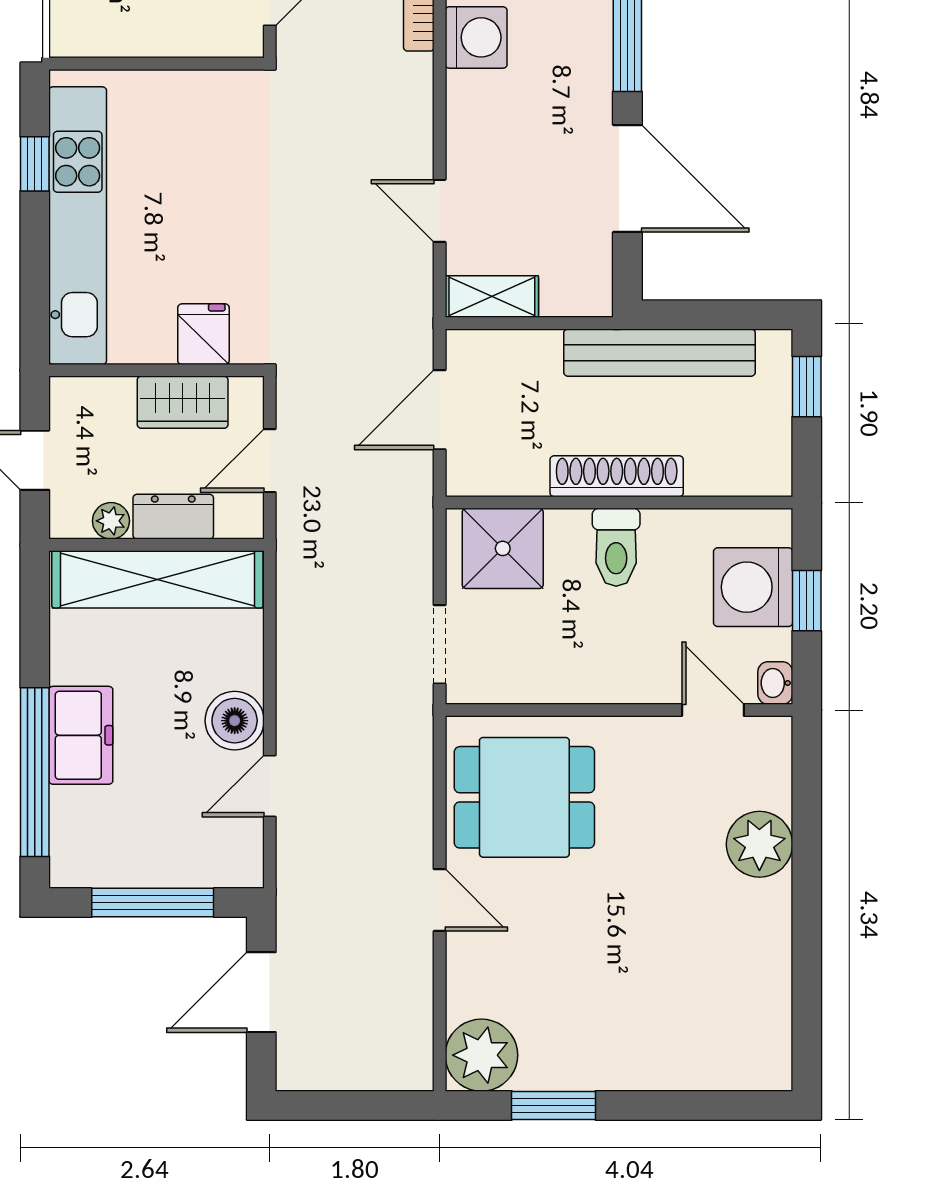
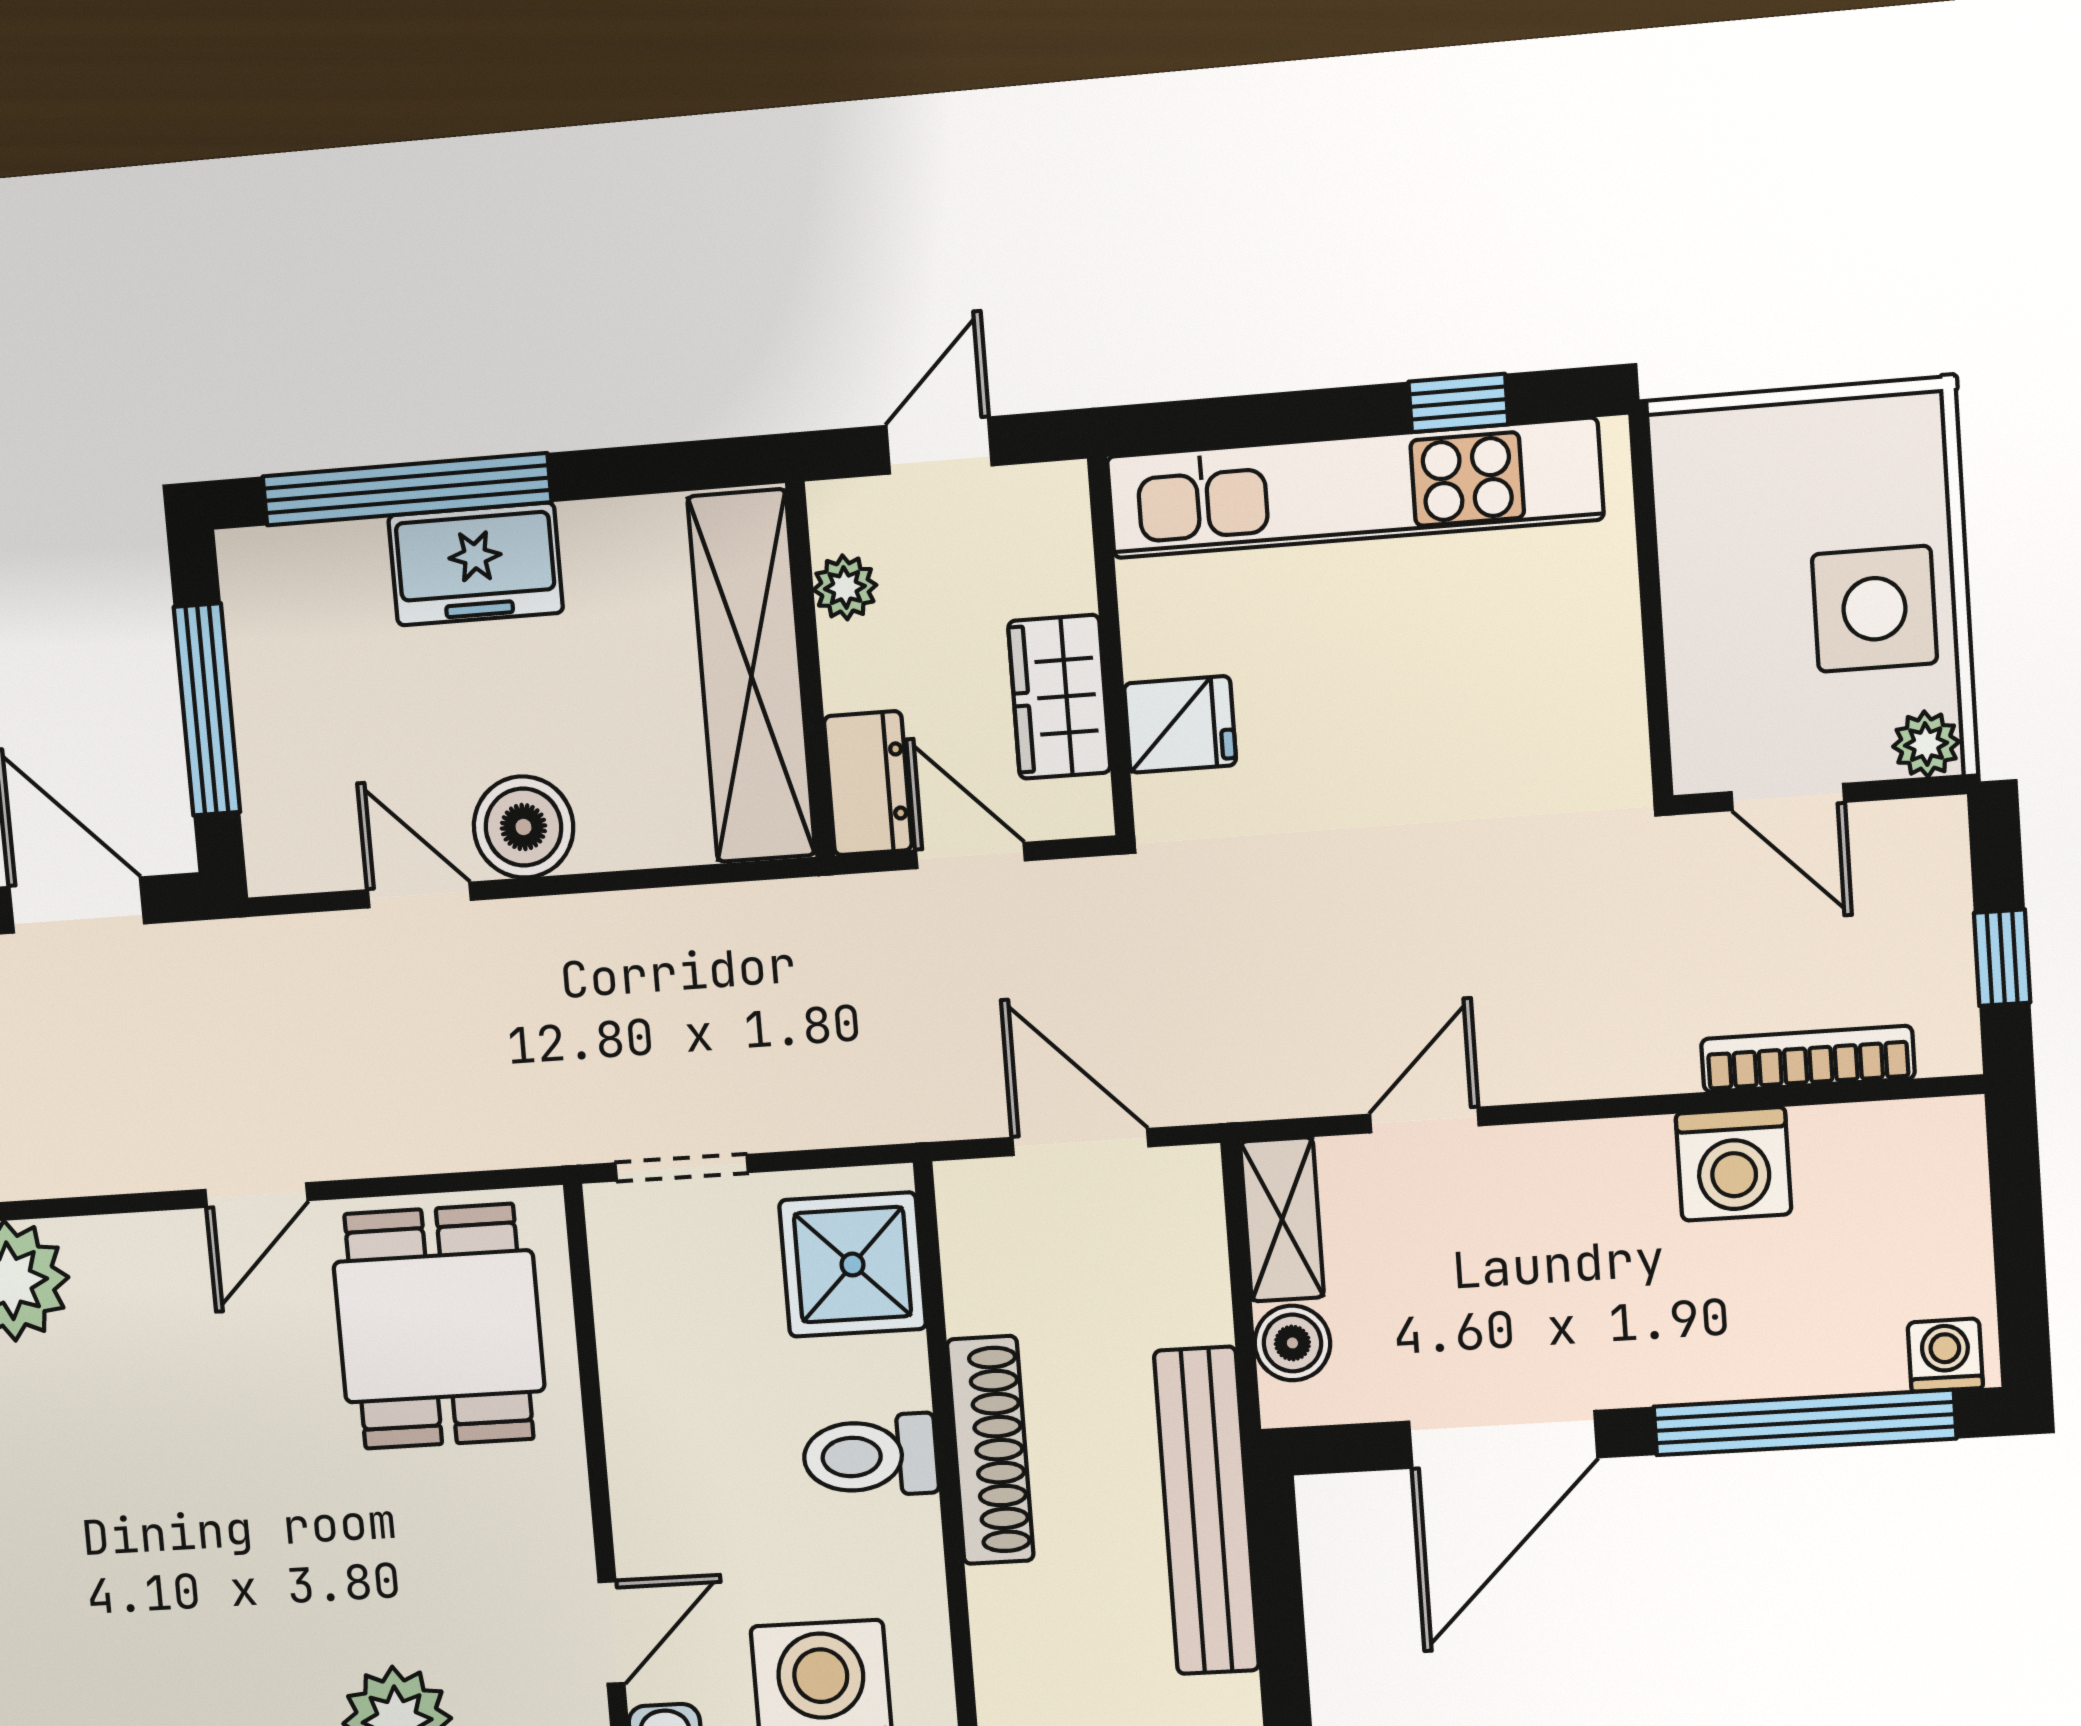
boiler: (564, 296) -> (1292, 1343), added
dresser: (173, 517) -> (868, 783), moved

